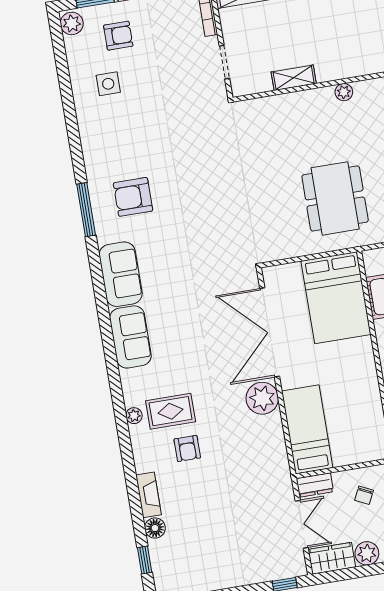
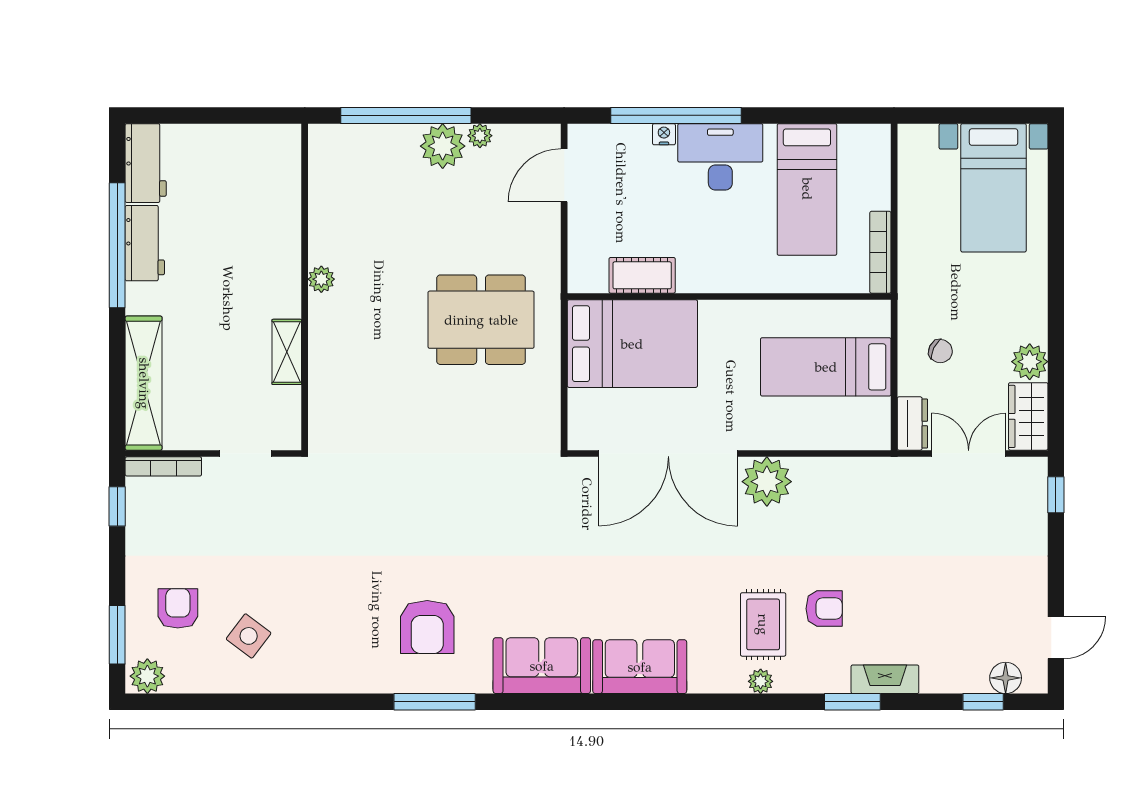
side table: (108, 84) -> (249, 636), turned 37
bed: (307, 429) -> (826, 367), moved
window: (131, 476) -> (852, 702), added
floor lamp: (155, 528) -> (1006, 678), moved

